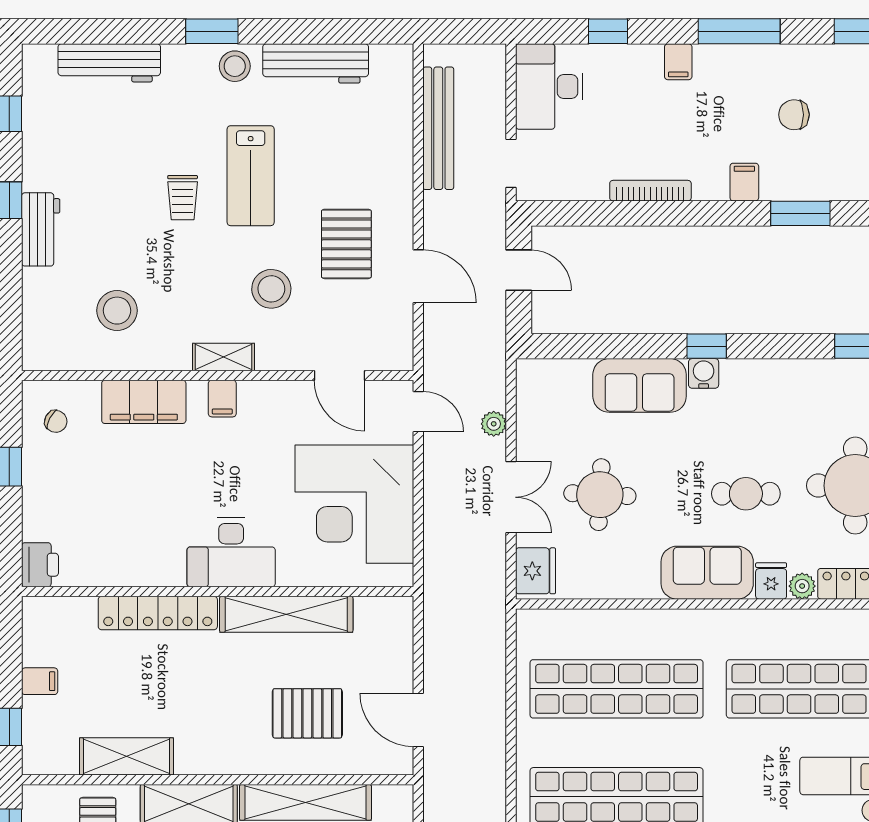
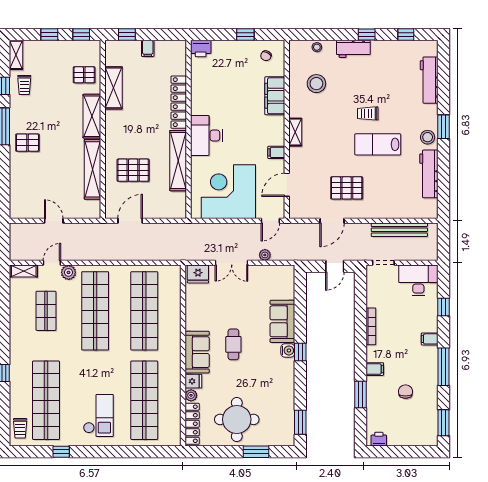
stool: (271, 289) -> (317, 47), moved, width x0.53, depth x0.53
filing cabinet: (222, 399) -> (276, 152), moved
cafe table: (746, 494) -> (233, 344), moved
round table: (600, 495) -> (233, 303), removed
pallet: (307, 713) -> (133, 170), turned 90

